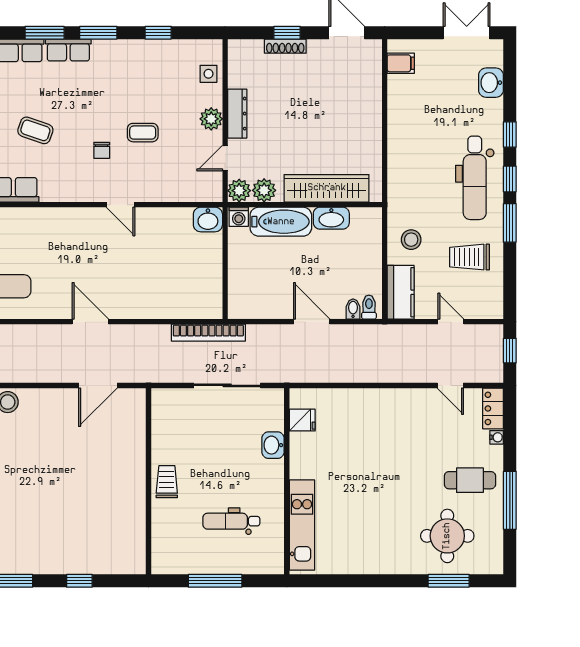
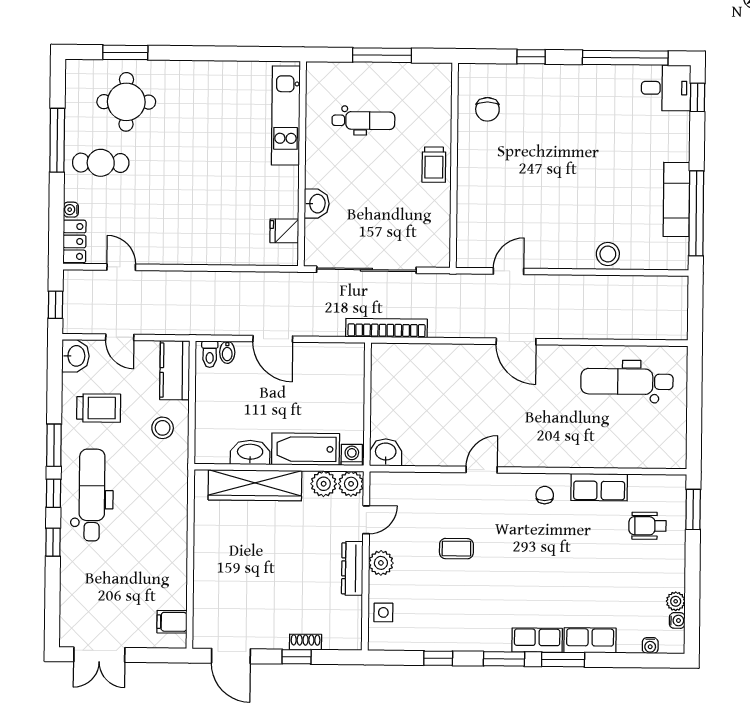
shoe rack: (285, 46) -> (306, 642), width x0.70
washbasin: (491, 83) -> (76, 356), moved
coffee table: (35, 130) -> (574, 552), removed
chair: (102, 150) -> (545, 495), moved
door: (120, 205) -> (482, 470), hinge flipped
door: (98, 385) -> (509, 271), width x0.73
sliding door: (227, 385) -> (366, 270), width x1.36
chair: (119, 533) -> (487, 109), added

